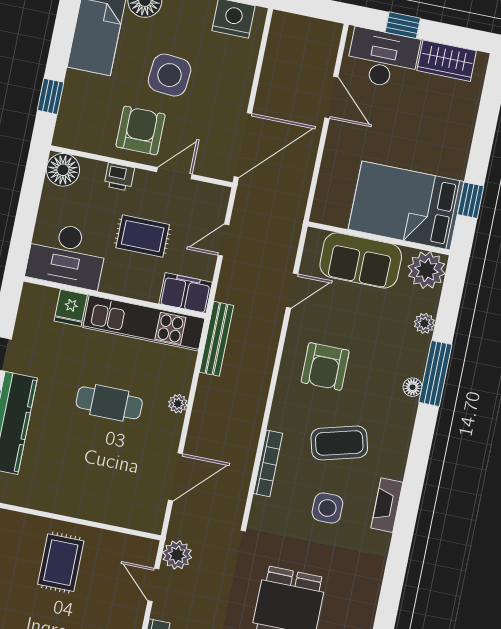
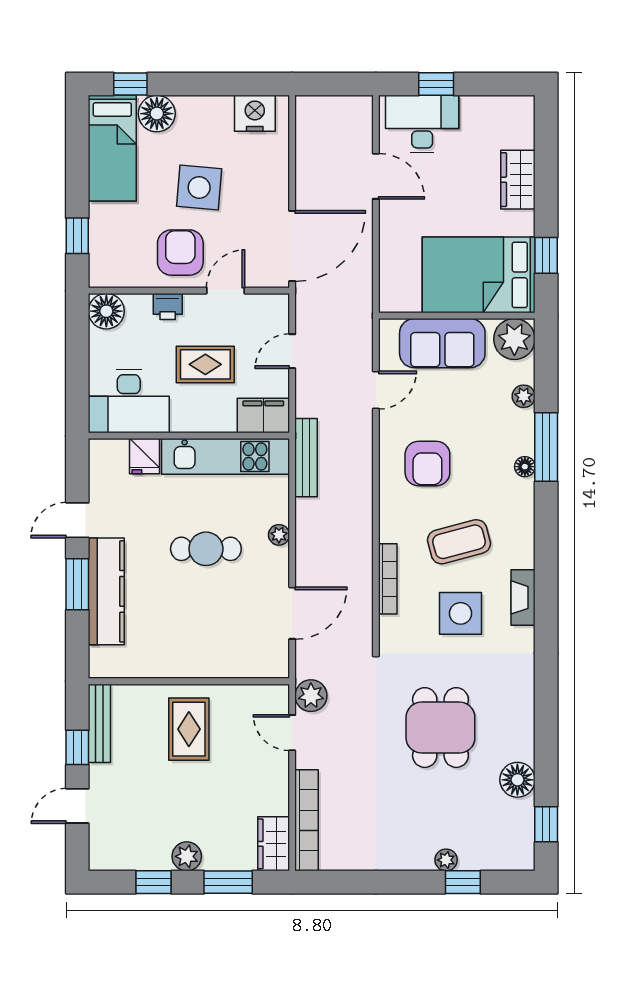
wardrobe: (447, 61) -> (518, 180), moved, turned 90
side table: (327, 508) -> (461, 613), width x1.37, depth x1.37

